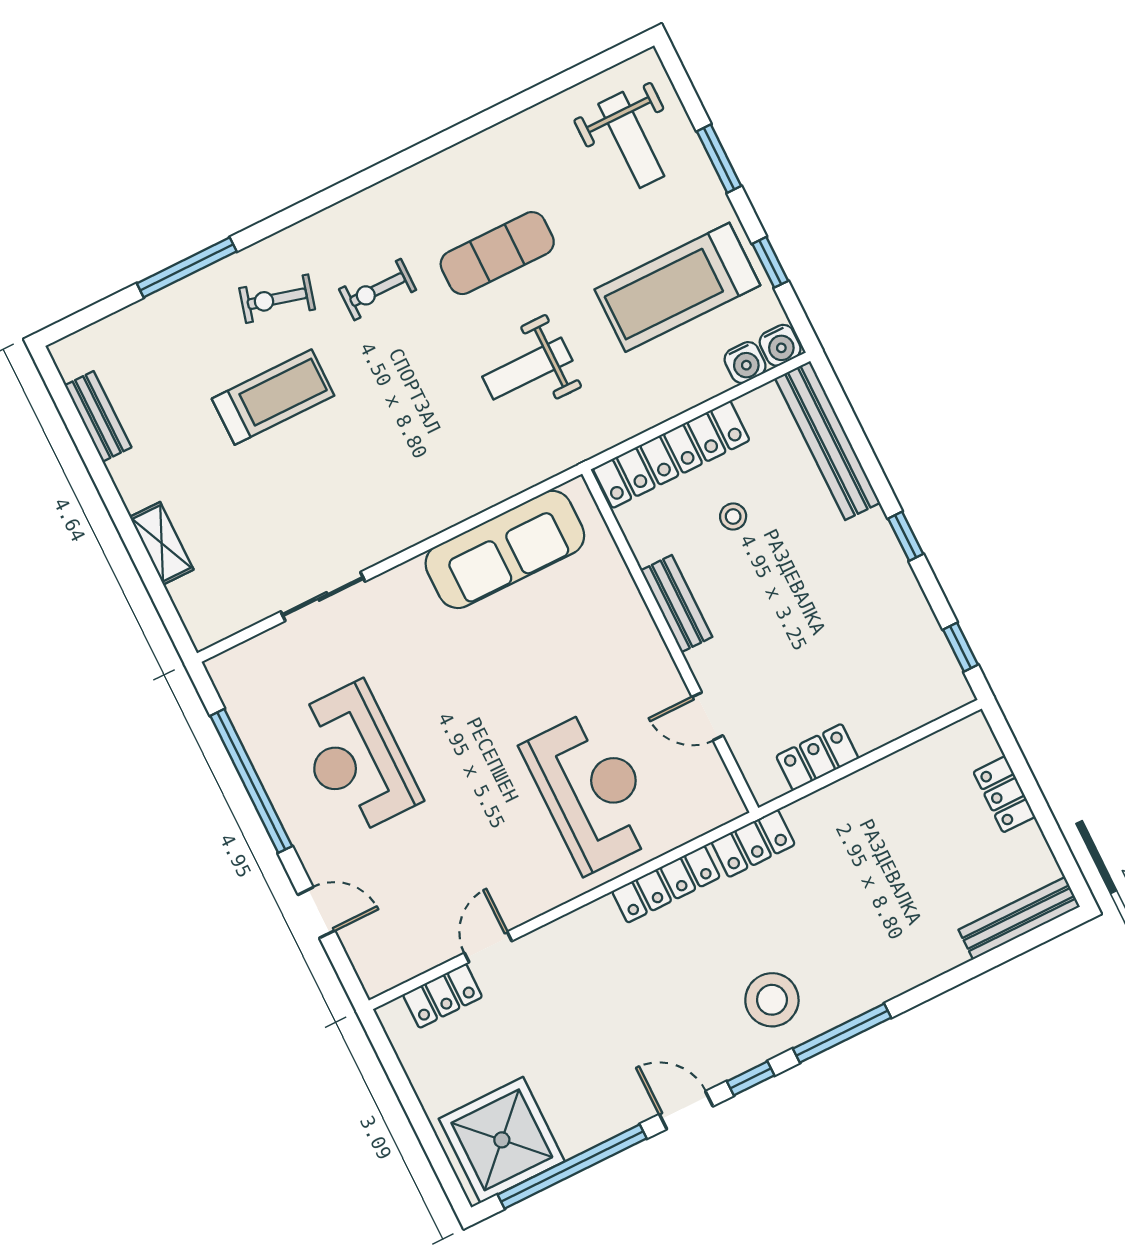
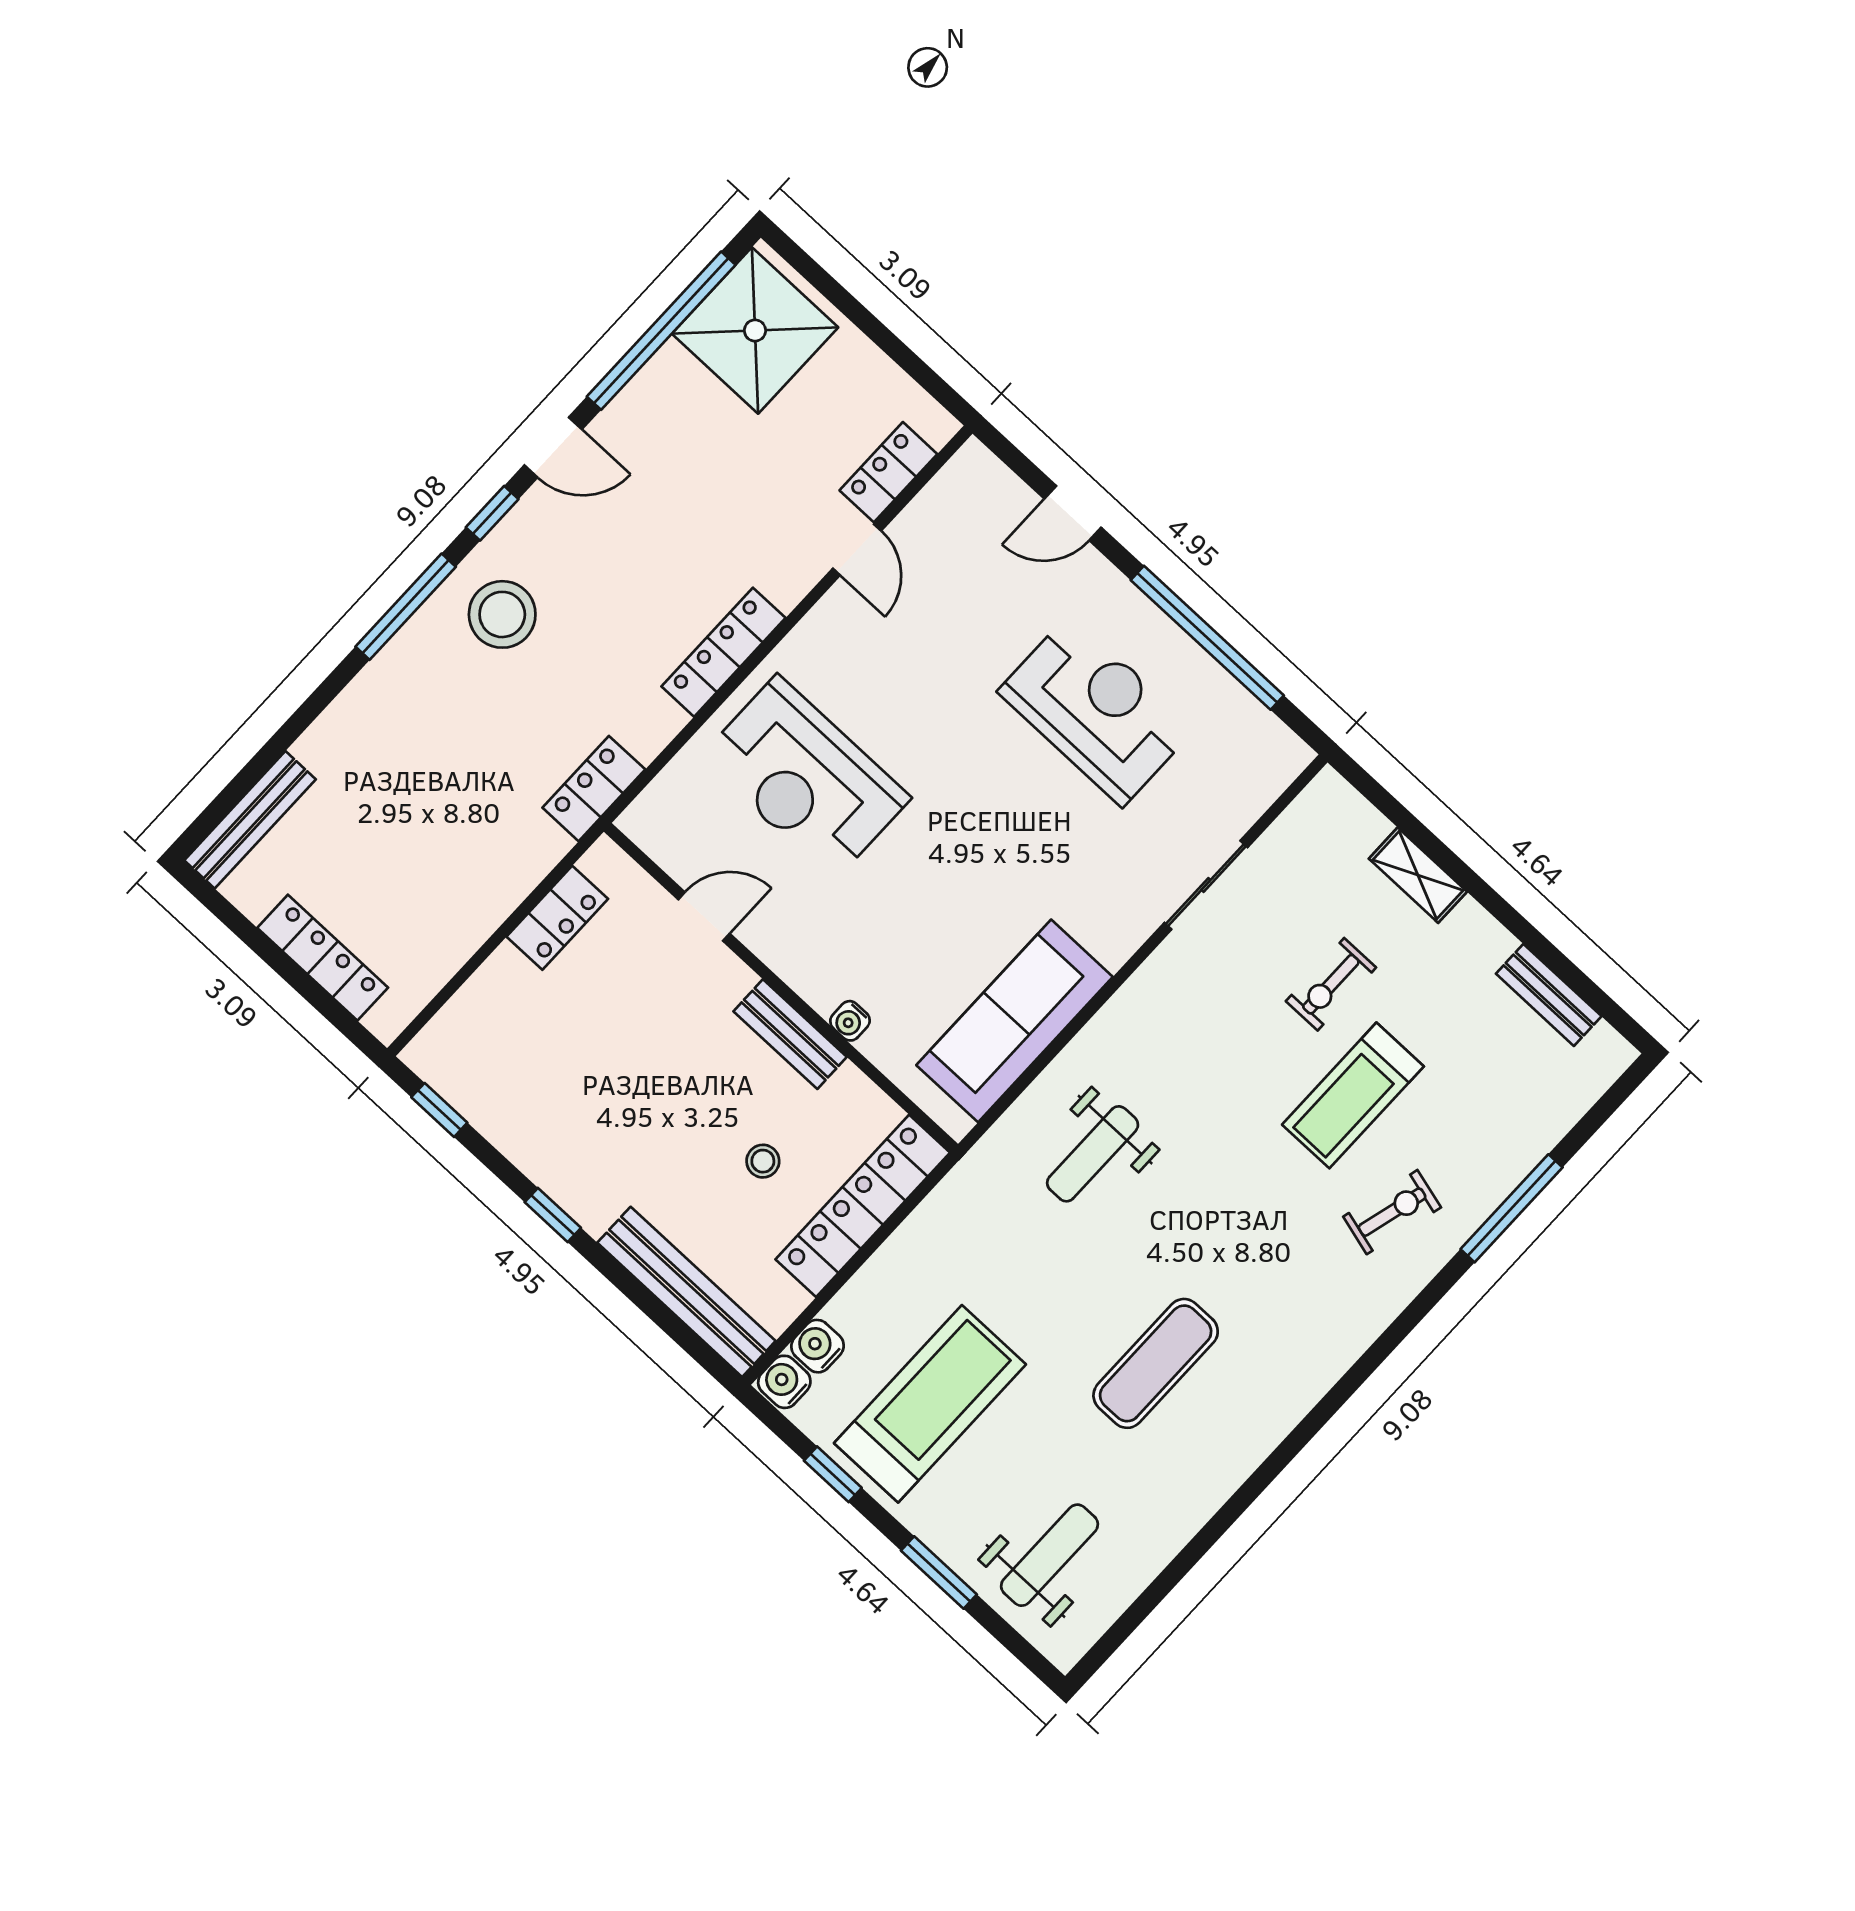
weight bench: (631, 140) -> (1049, 1555), turned 90
exercise bike: (378, 290) -> (1331, 984), moved, turned 180
weight bench: (527, 369) -> (1093, 1154), moved, turned 180
water cooler: (628, 597) -> (850, 1021), added
locker: (1004, 794) -> (323, 958), width x1.53
locker: (666, 884) -> (723, 652), moved

